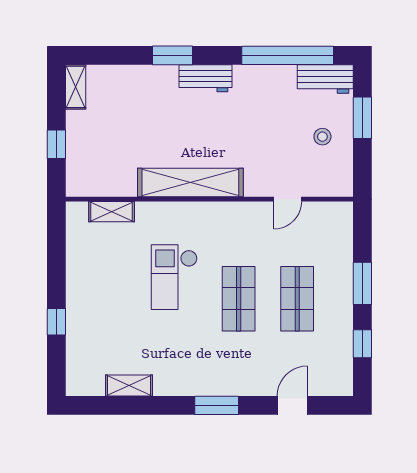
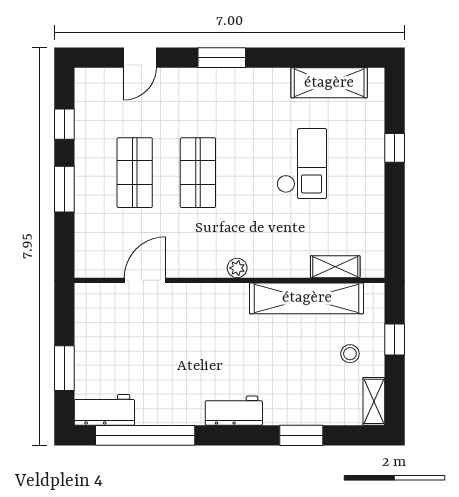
window: (173, 55) -> (301, 435), moved
stool: (322, 137) -> (350, 354), moved
shelving: (190, 182) -> (307, 298), moved
door: (288, 199) -> (145, 280), width x1.38
plant: (202, 210) -> (237, 268), added
checkout: (174, 277) -> (302, 164), moved
shelving: (129, 385) -> (329, 83), width x1.50, depth x1.33

